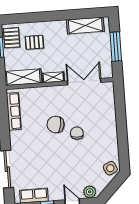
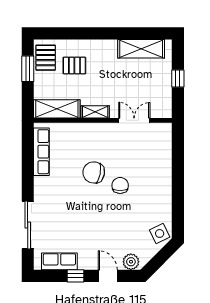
window: (116, 47) -> (178, 78), width x0.46
double door: (84, 82) -> (134, 120), width x0.73

